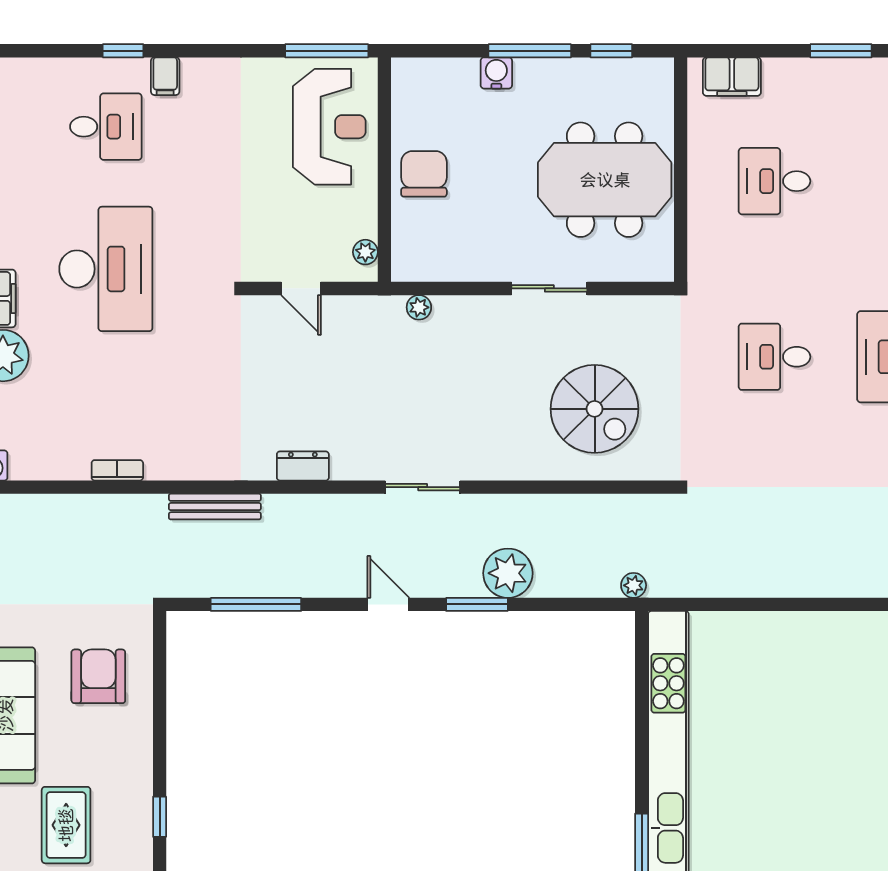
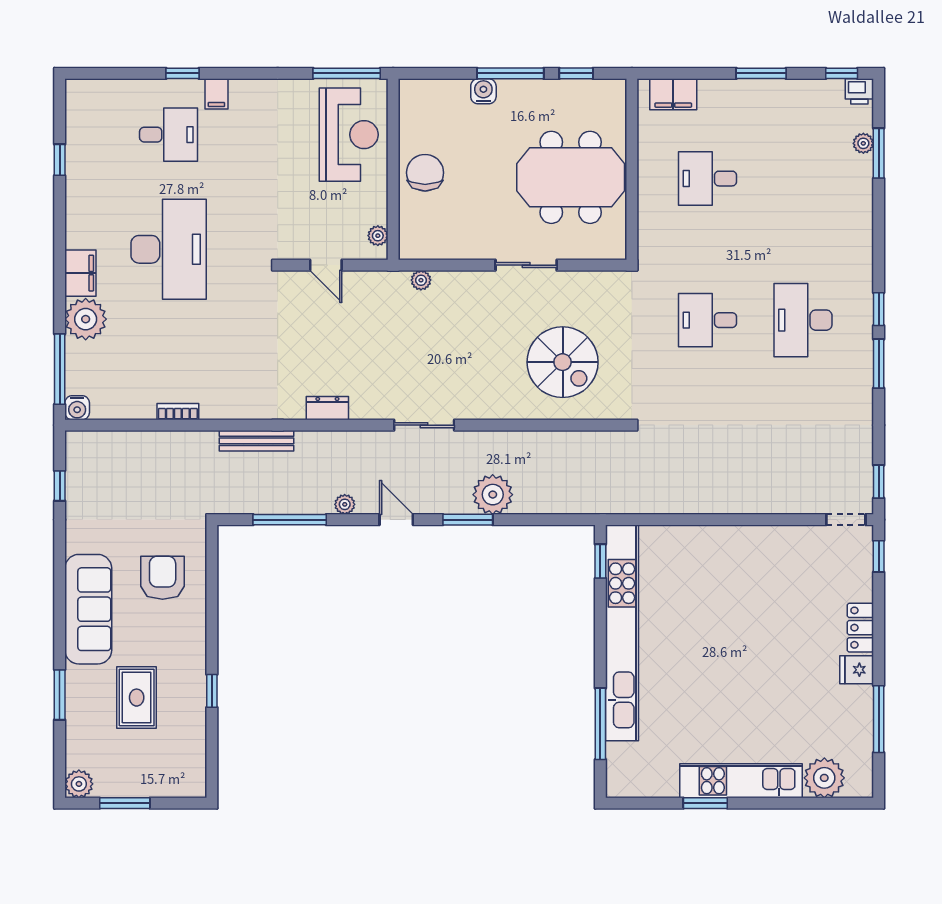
plant: (634, 585) -> (345, 504), moved
window: (642, 656) -> (600, 561), added

